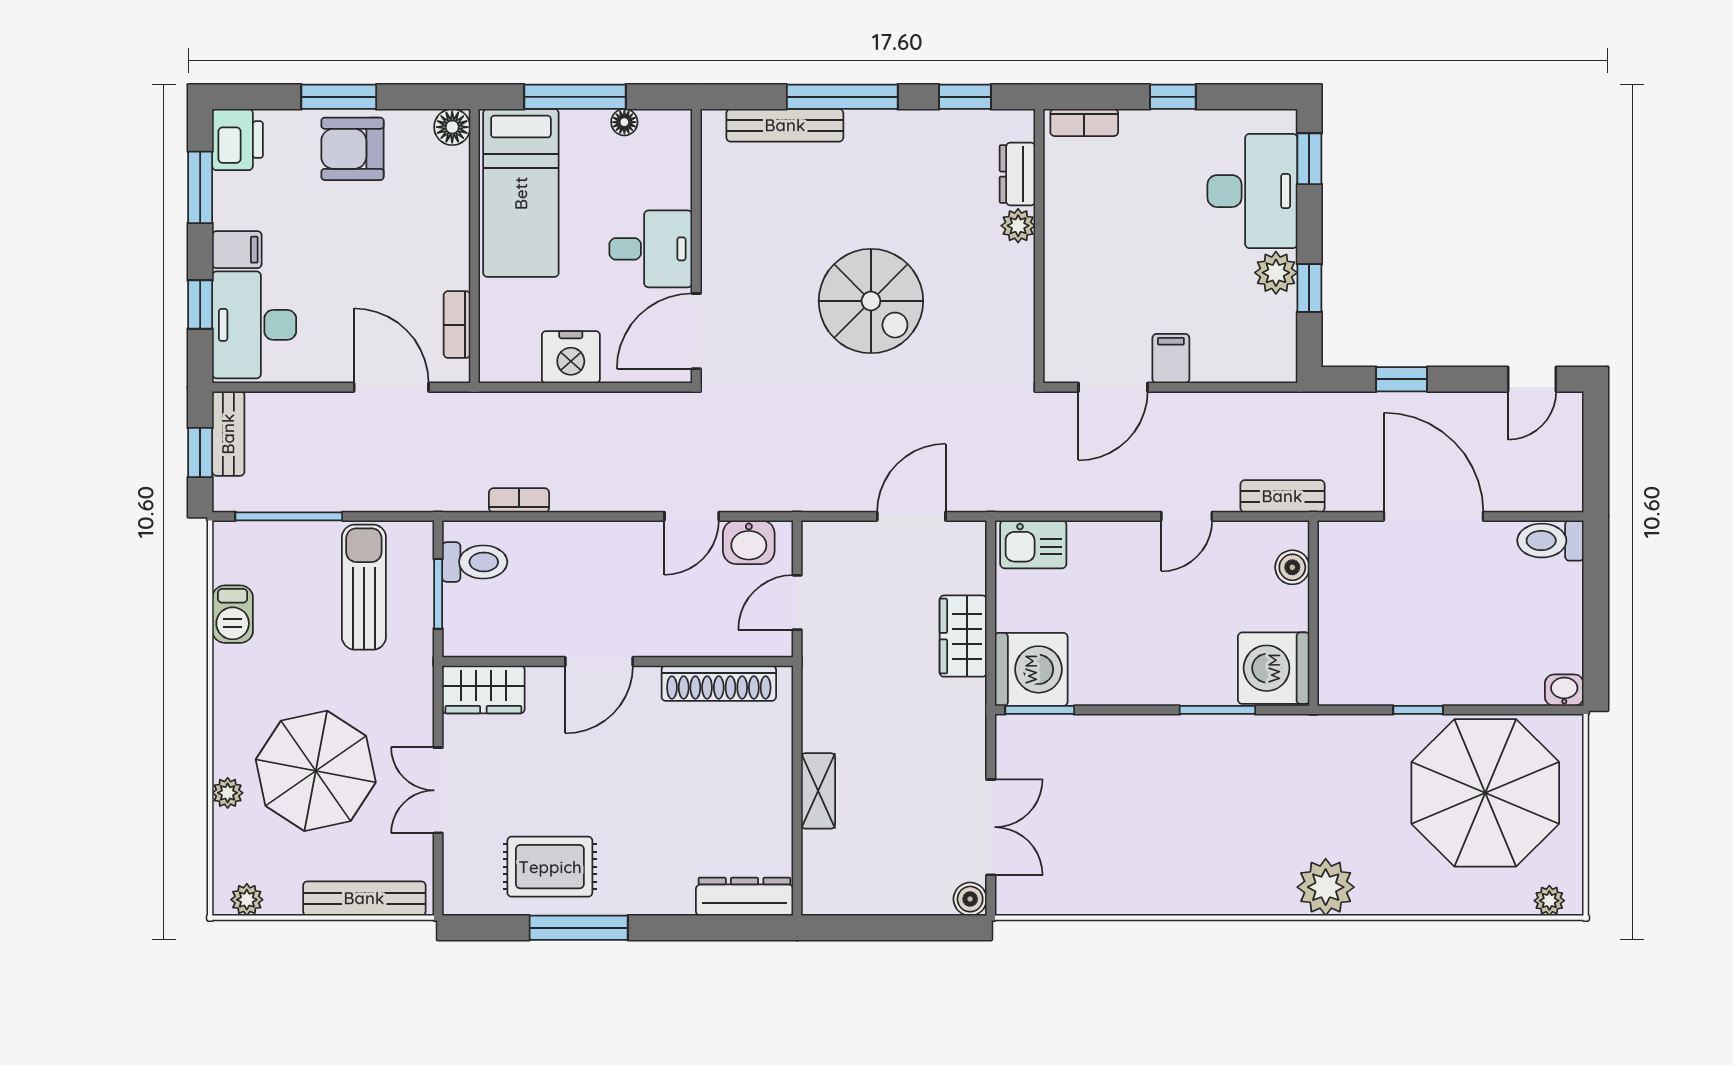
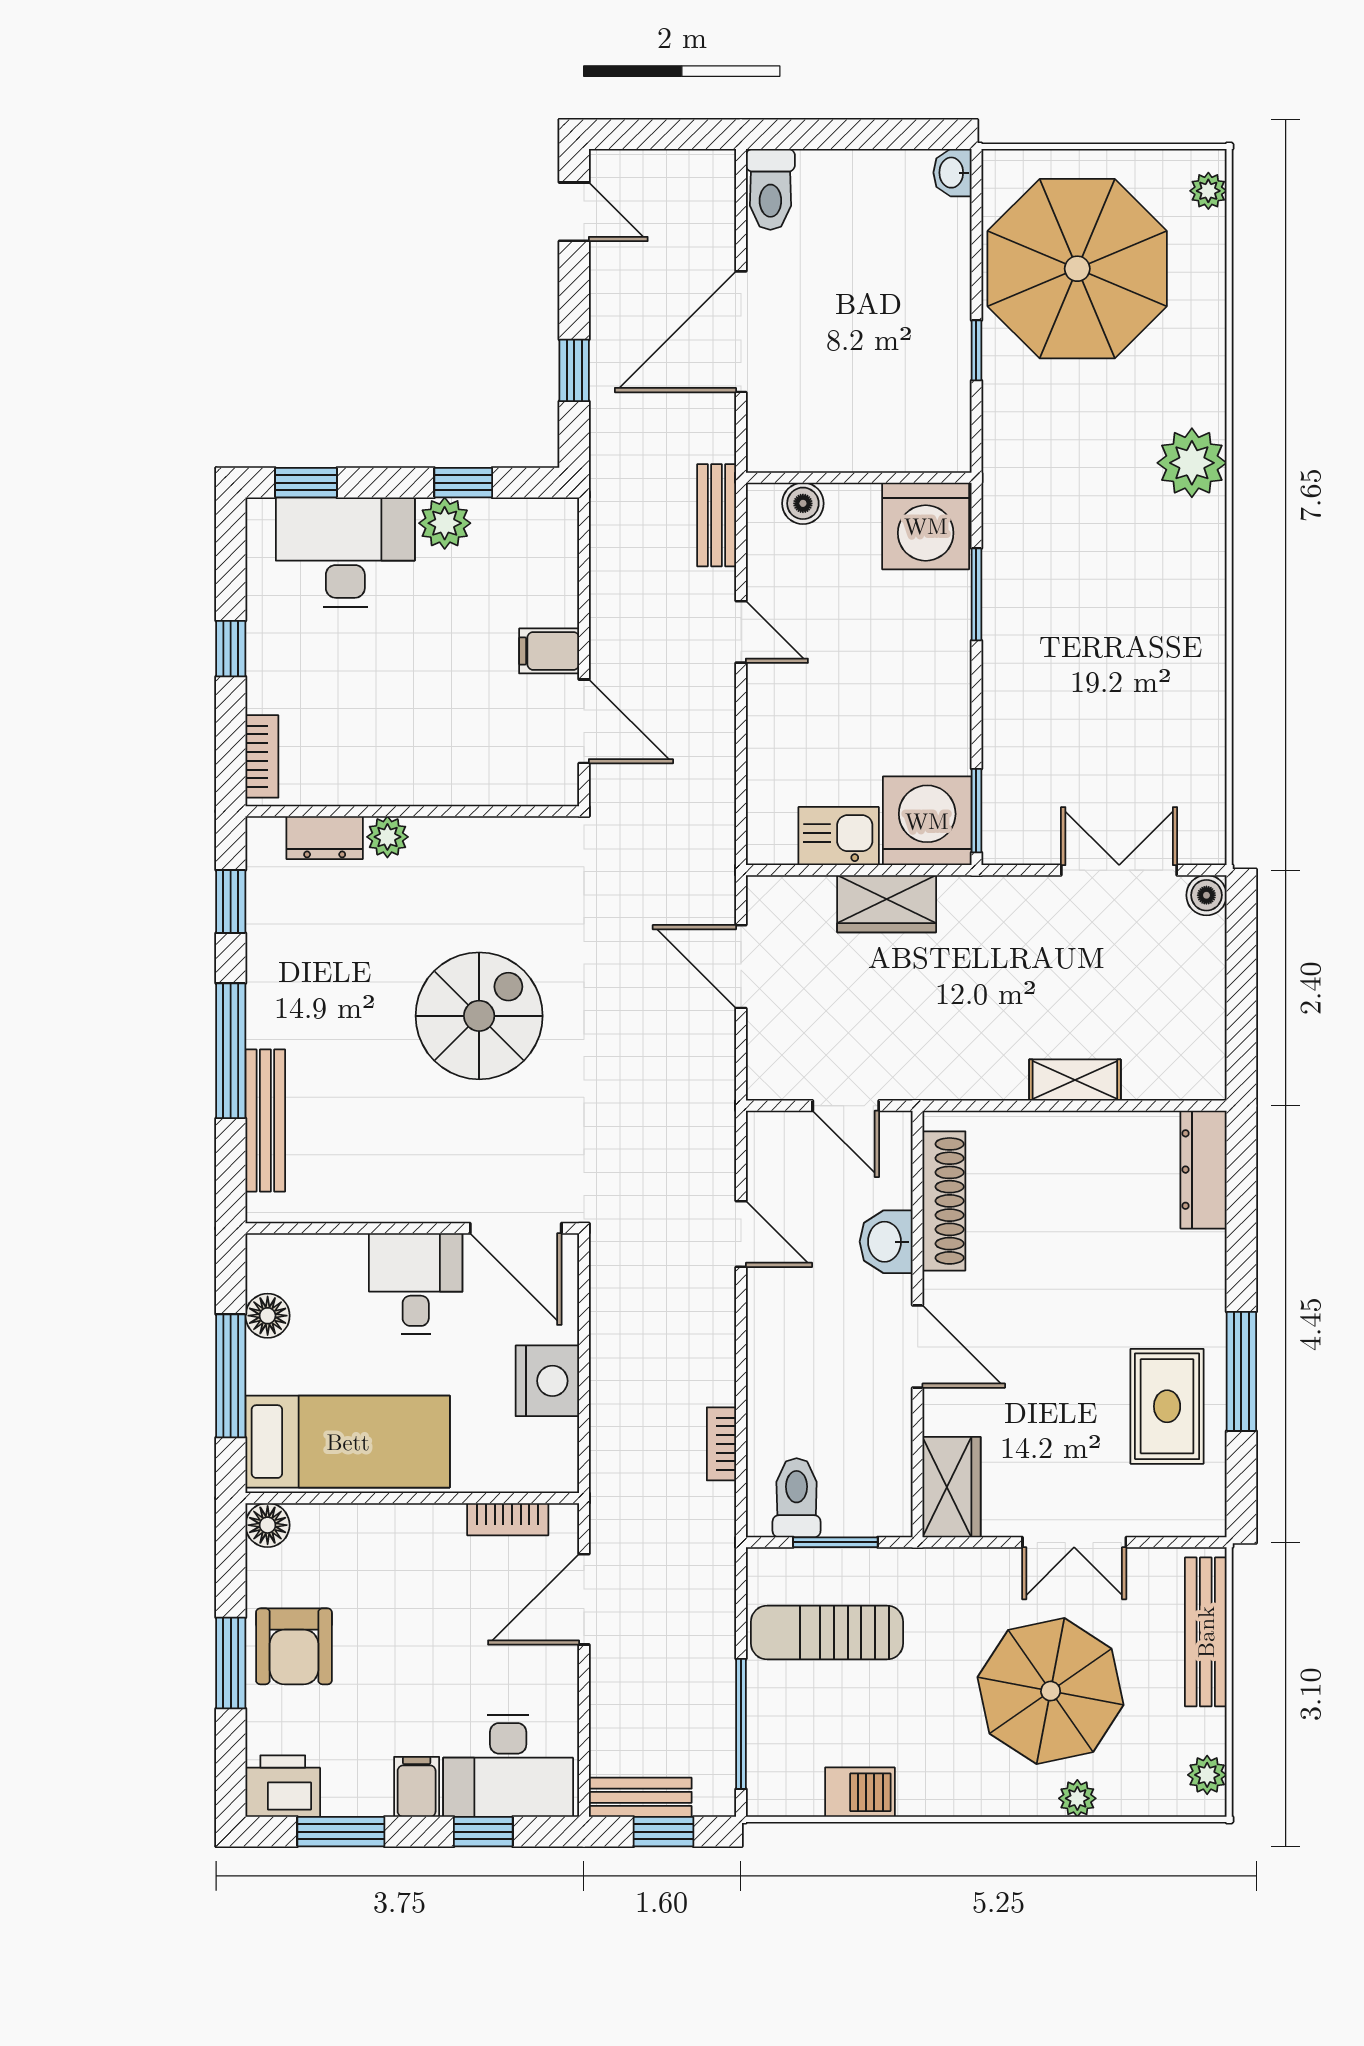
floor lamp: (624, 122) -> (268, 1316), width x1.37, depth x1.37
washbasin: (749, 542) -> (886, 1242), moved, turned 180
kitchen sink: (1033, 544) -> (839, 836), moved, turned -90

